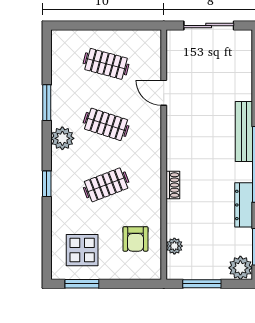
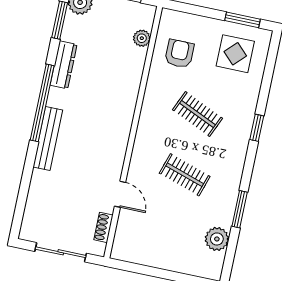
clothes rail: (106, 64) -> (172, 236), removed
plant: (62, 138) -> (217, 239), moved
clothes rail: (106, 185) -> (197, 114), turned 45
shoe rack: (173, 185) -> (103, 227), moved

